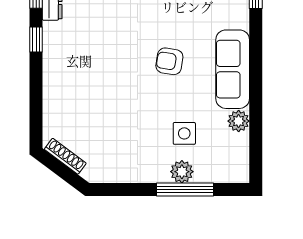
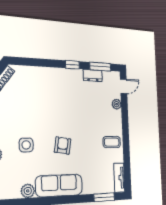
side table: (184, 133) -> (26, 145), moved

